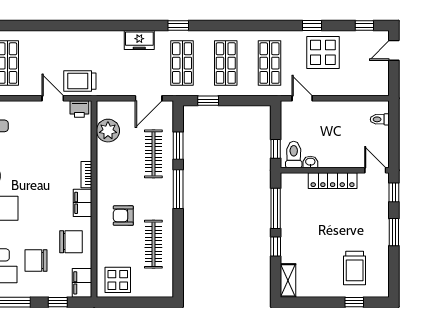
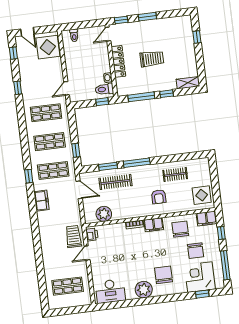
display table: (323, 52) -> (48, 47), moved
trolley: (80, 81) -> (73, 236), turned 180
clothes rail: (153, 244) -> (175, 174), width x0.73
trolley: (355, 268) -> (152, 59), moved

